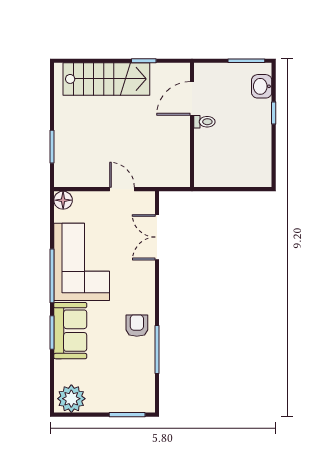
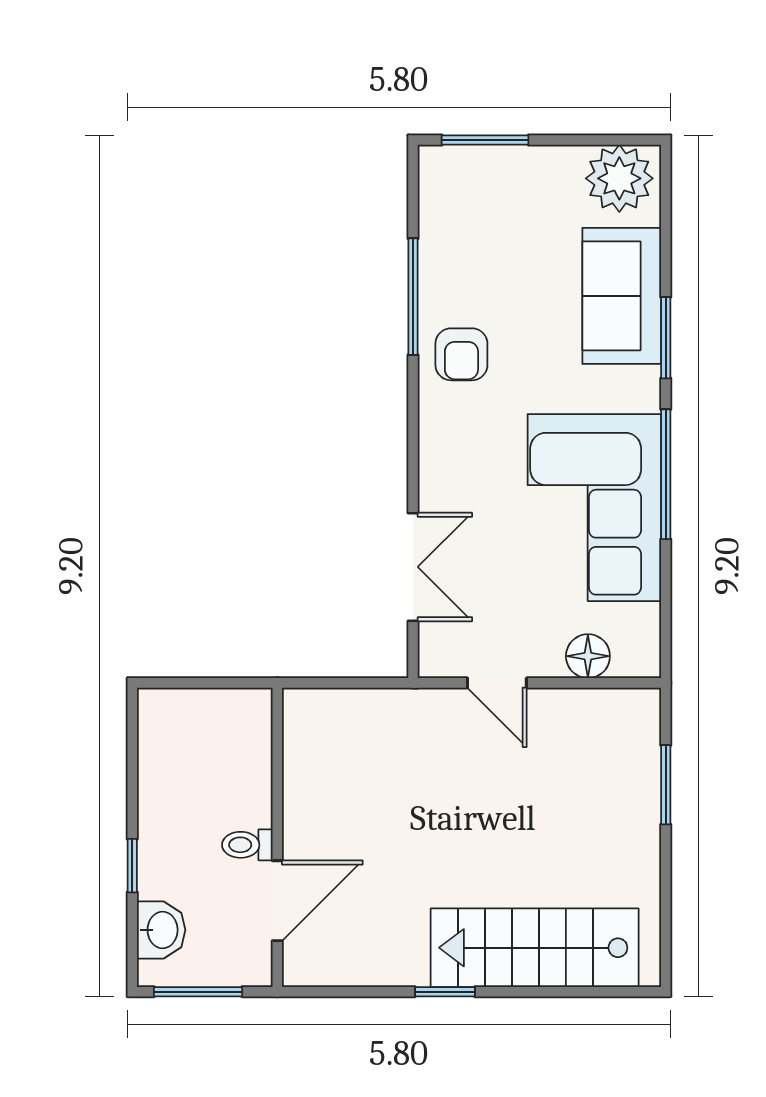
door: (192, 98) -> (277, 901), moved
toilet: (204, 122) -> (247, 845), moved
wall: (192, 125) -> (277, 837), moved
floor lamp: (63, 200) -> (588, 656), moved
sofa: (70, 331) -> (622, 296), moved

